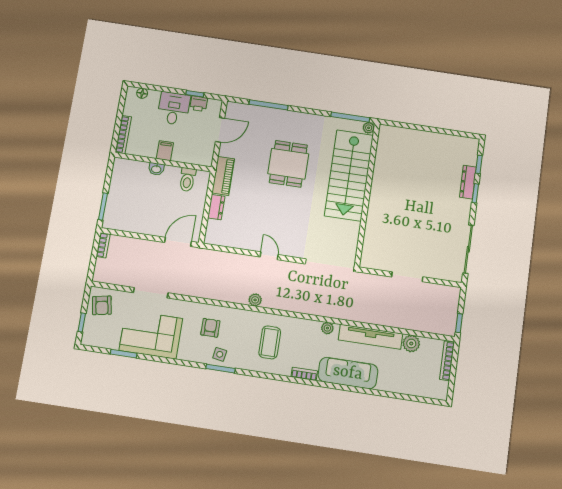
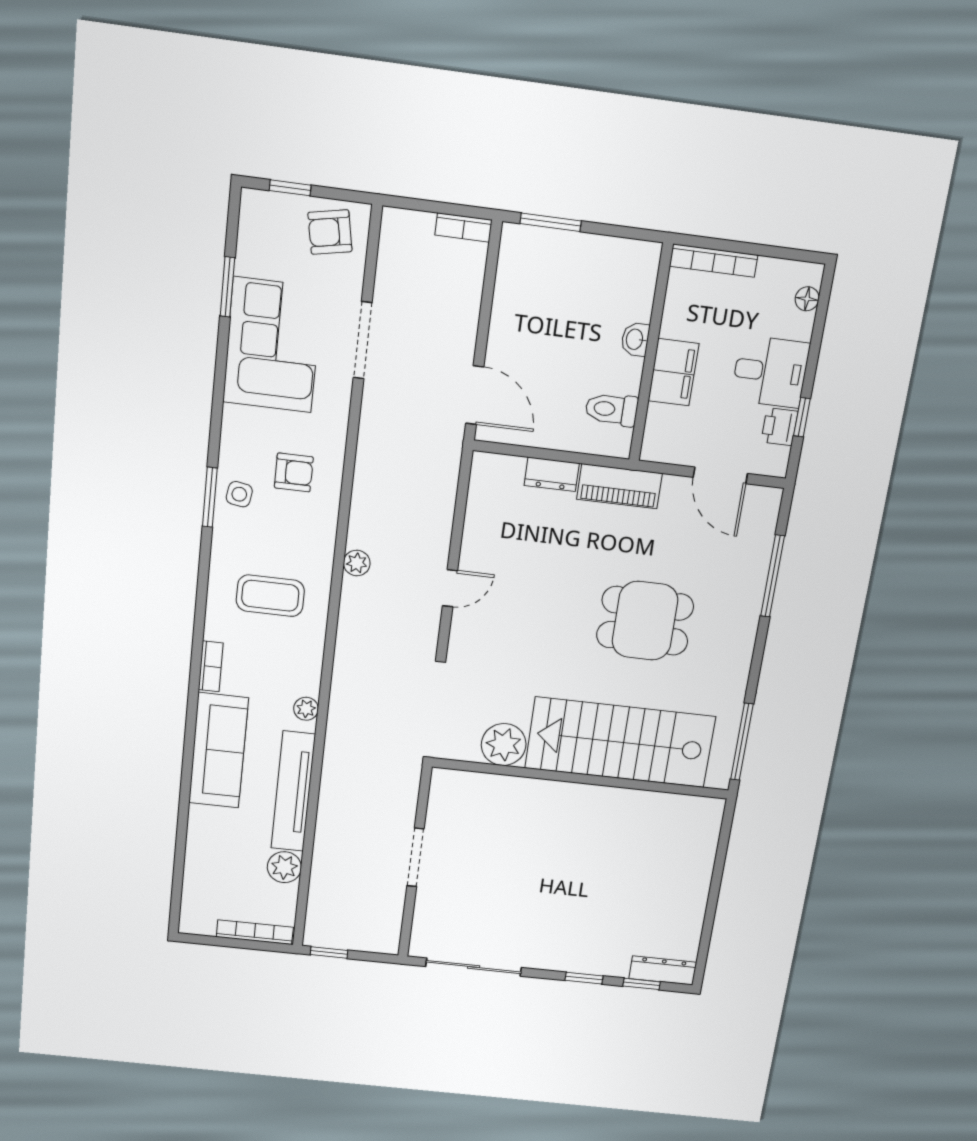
plant: (369, 128) -> (504, 745), moved, width x1.87, depth x1.87
filing cabinet: (165, 151) -> (673, 372), width x2.00
dresser: (468, 182) -> (663, 970), moved

